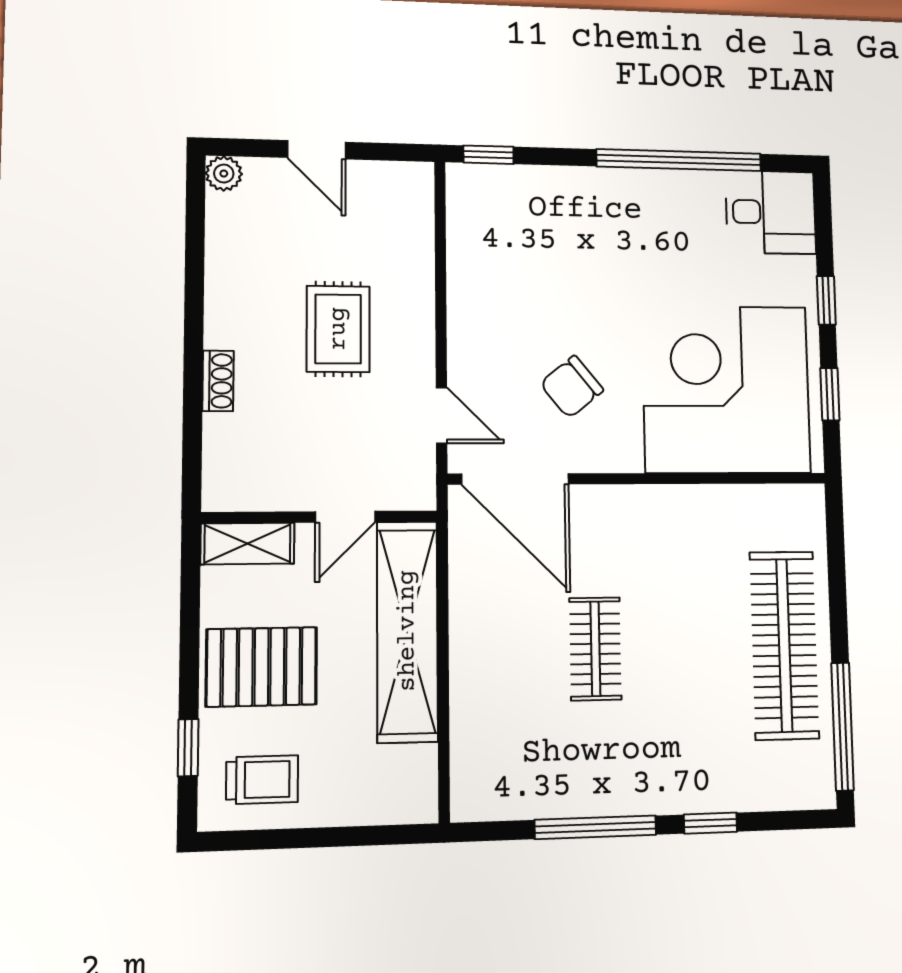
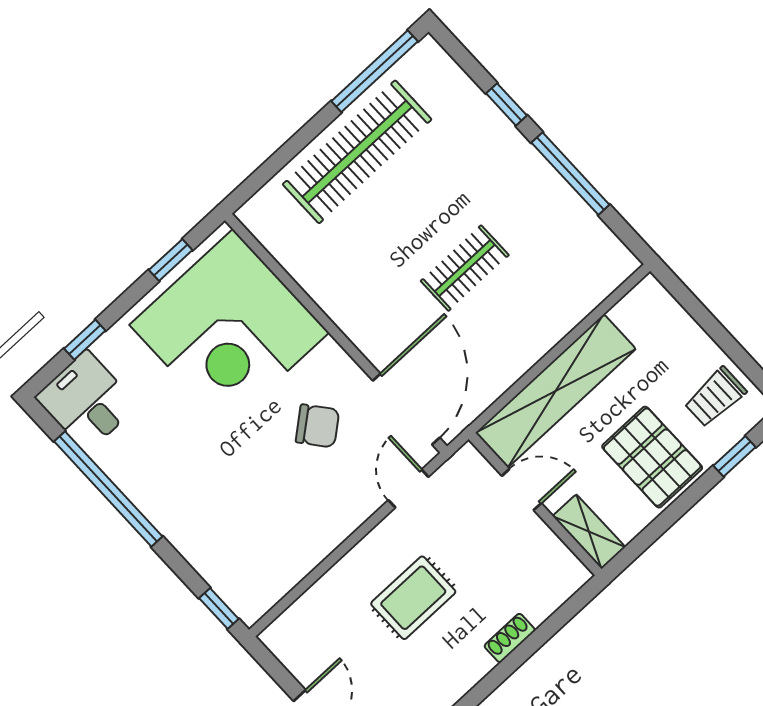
window: (826, 300) -> (85, 340), moved
trolley: (262, 780) -> (715, 397), turned -90

